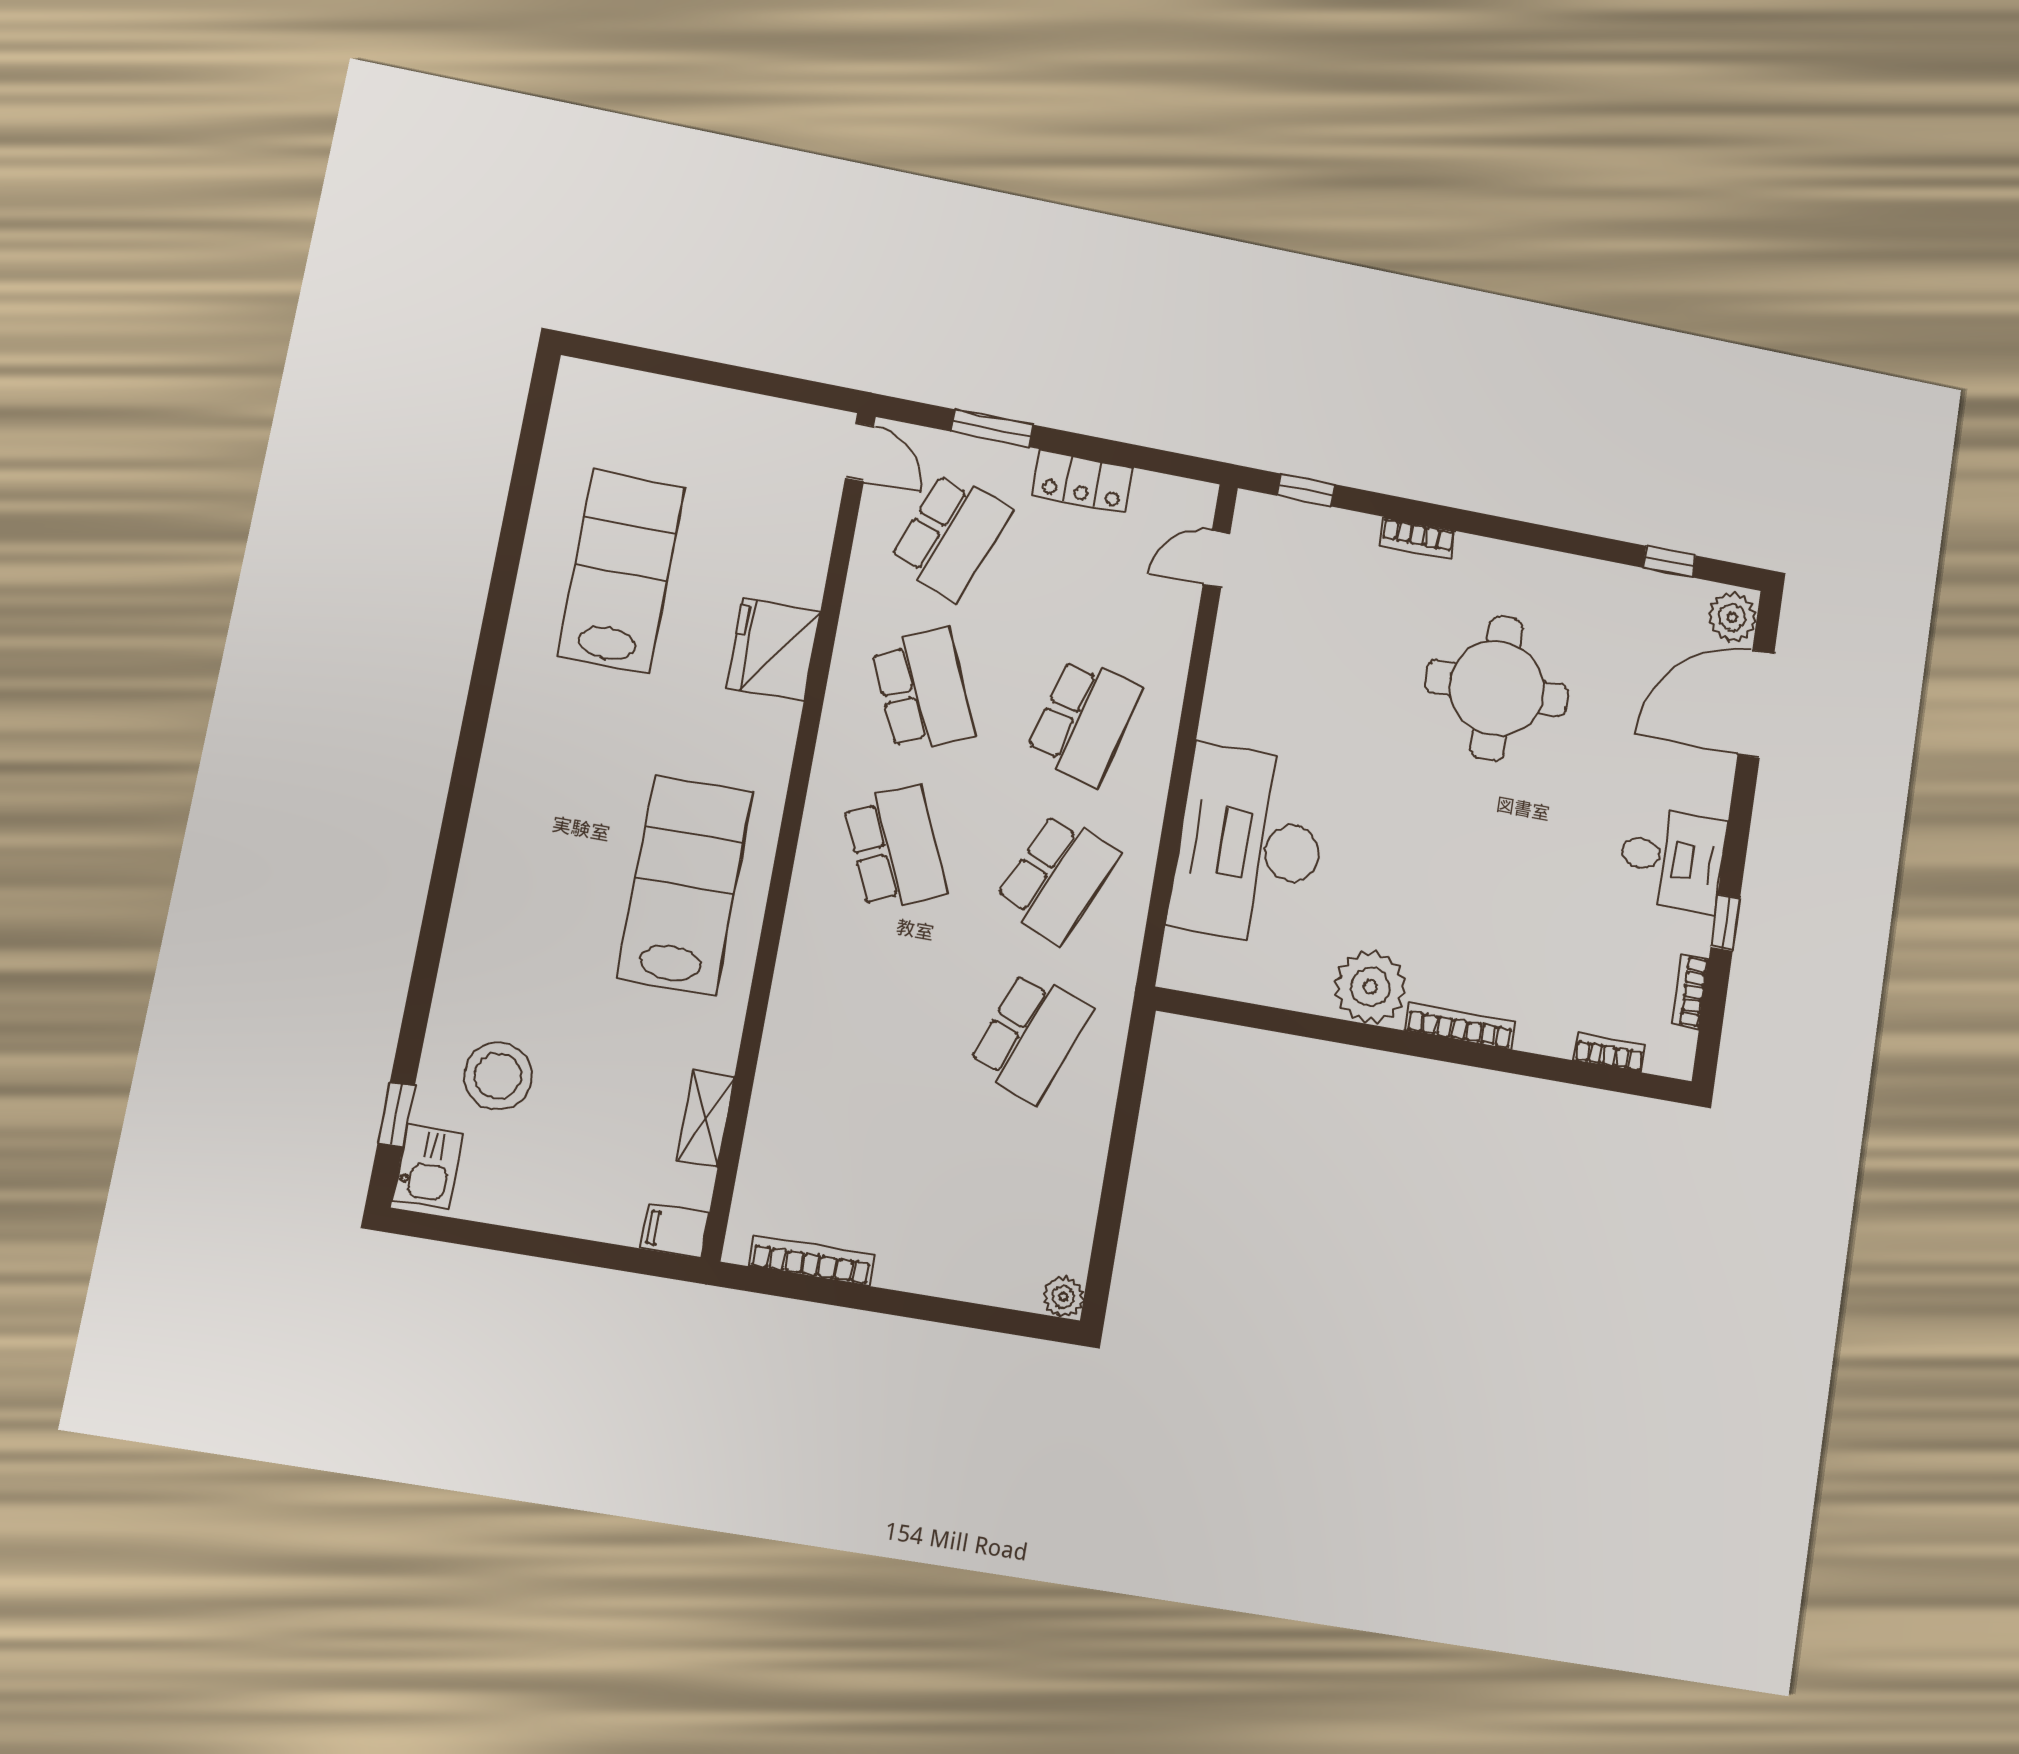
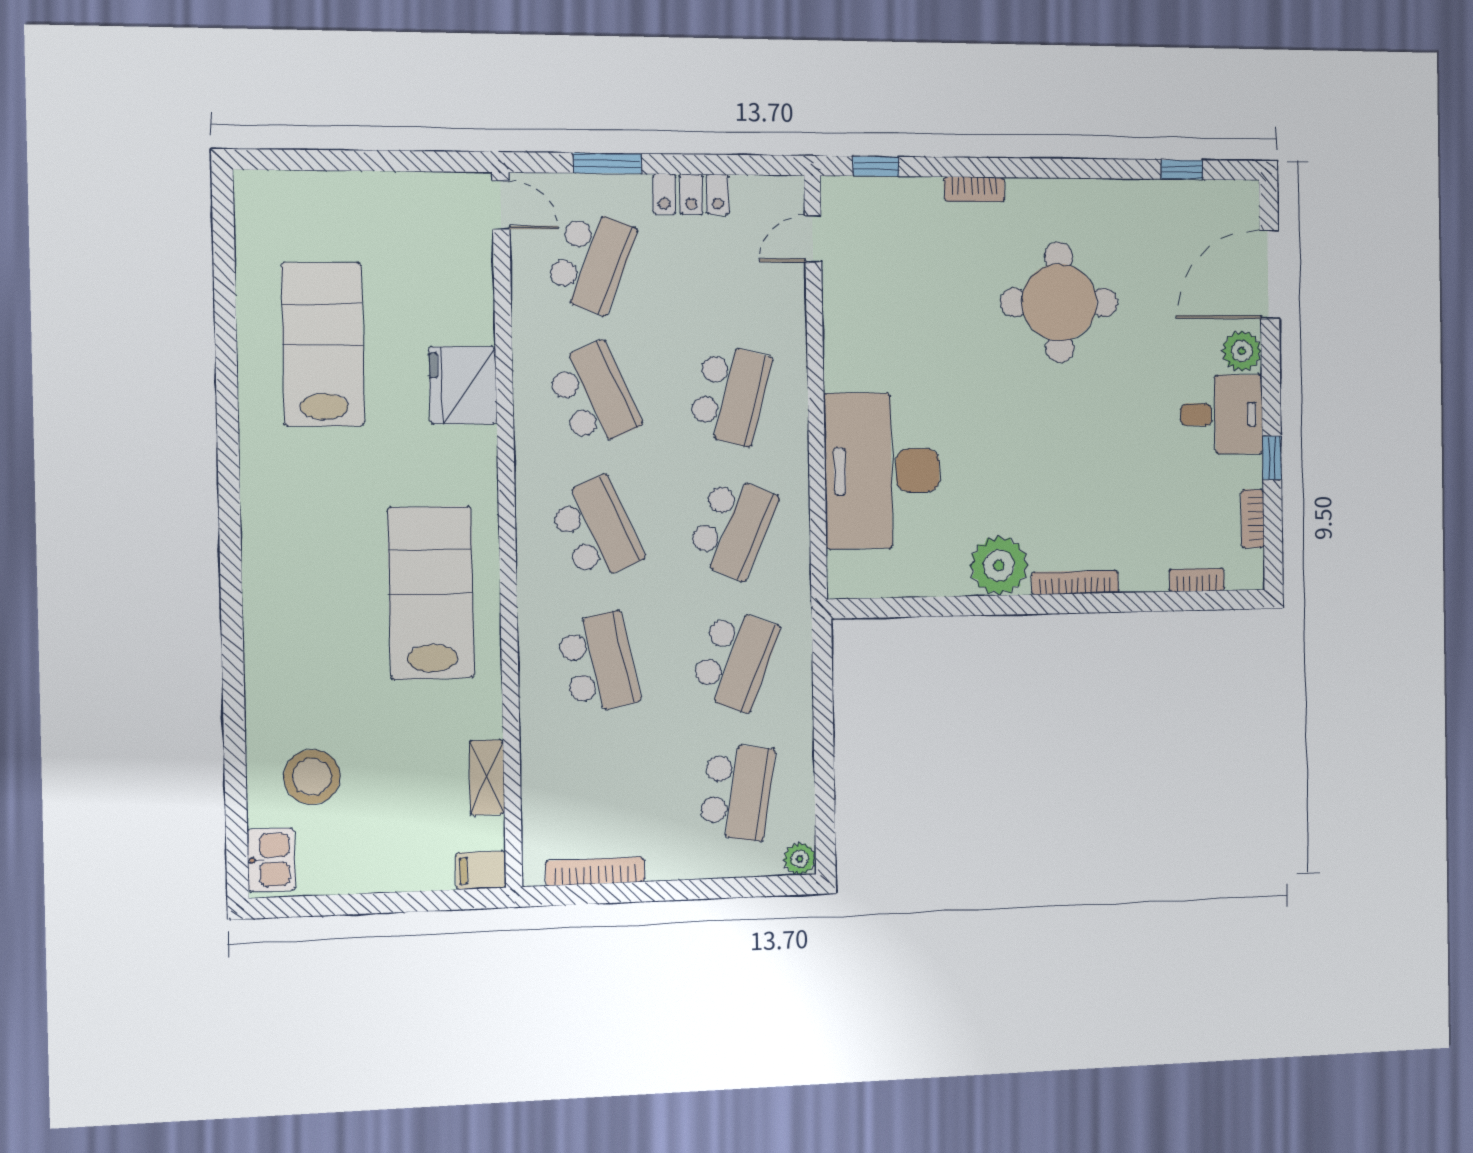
plant: (1732, 617) -> (1242, 351), moved
school desk: (866, 1008) -> (598, 663), added
window: (396, 1115) -> (236, 824), removed
school desk: (1003, 1198) -> (737, 792), added

